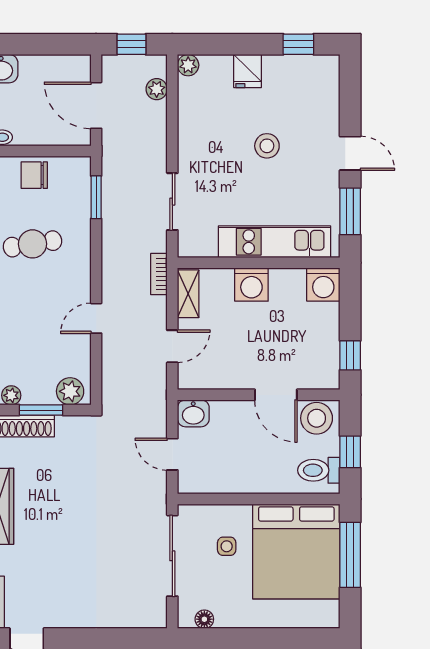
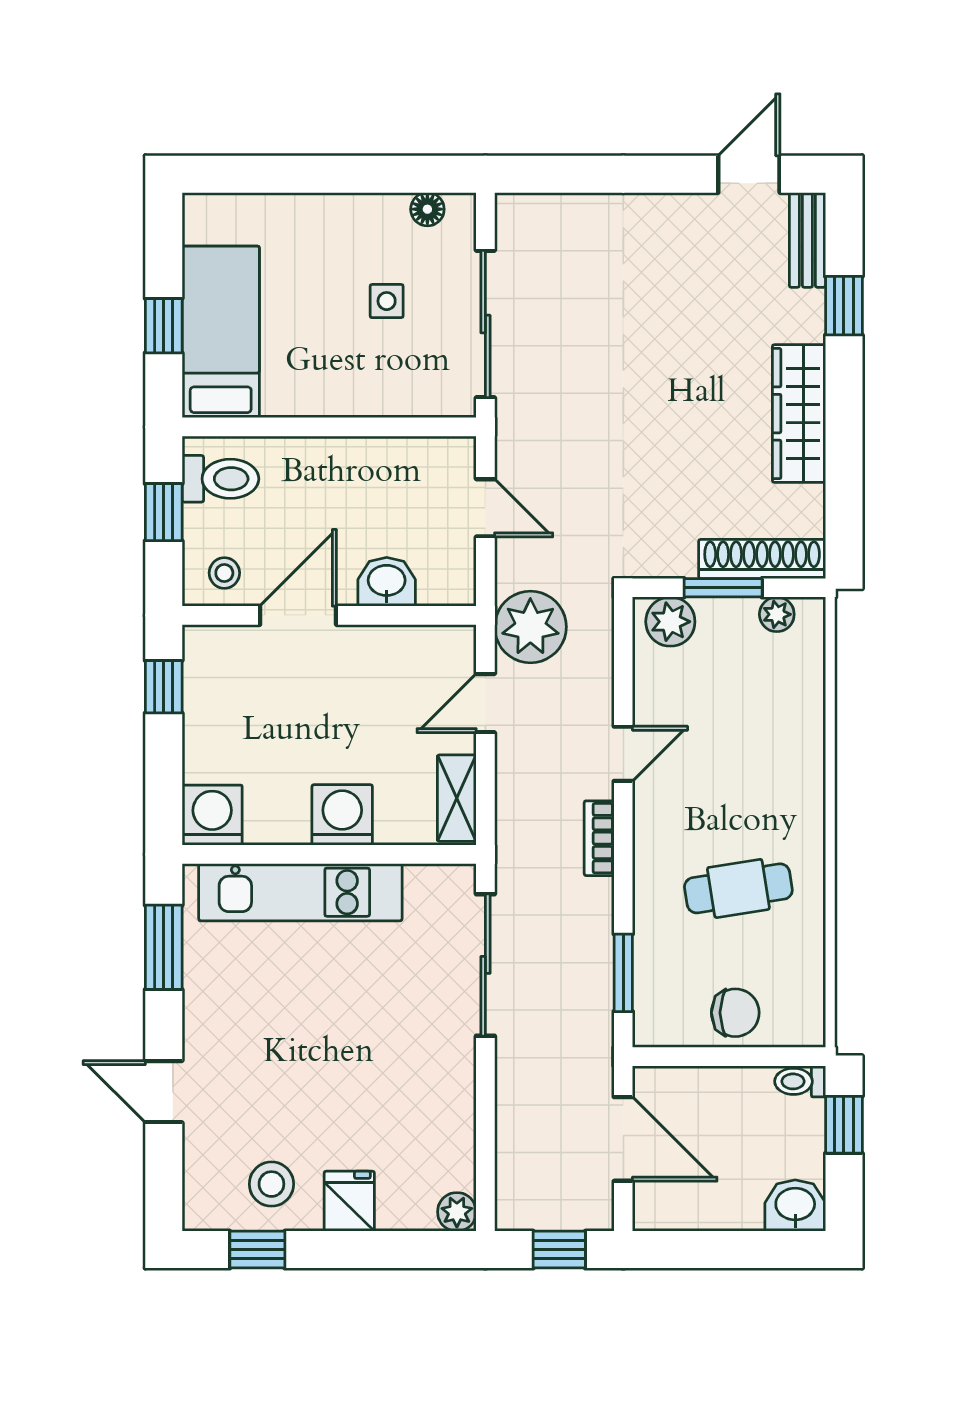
plant: (157, 89) -> (530, 627), moved, width x1.87, depth x1.87
stool: (267, 146) -> (271, 1184), moved
door: (350, 153) -> (164, 1092), moved
sliding door: (172, 202) -> (485, 965), width x1.37
bookcase: (159, 274) -> (599, 838), moved, turned 180
door: (276, 395) -> (298, 615), hinge flipped
washbasin: (193, 413) -> (387, 582), moved
stool: (317, 418) -> (224, 573), width x0.53, depth x0.53
side table: (227, 546) -> (387, 301), moved
bed: (296, 551) -> (221, 332), width x0.49
window: (350, 555) -> (164, 326), width x0.46

